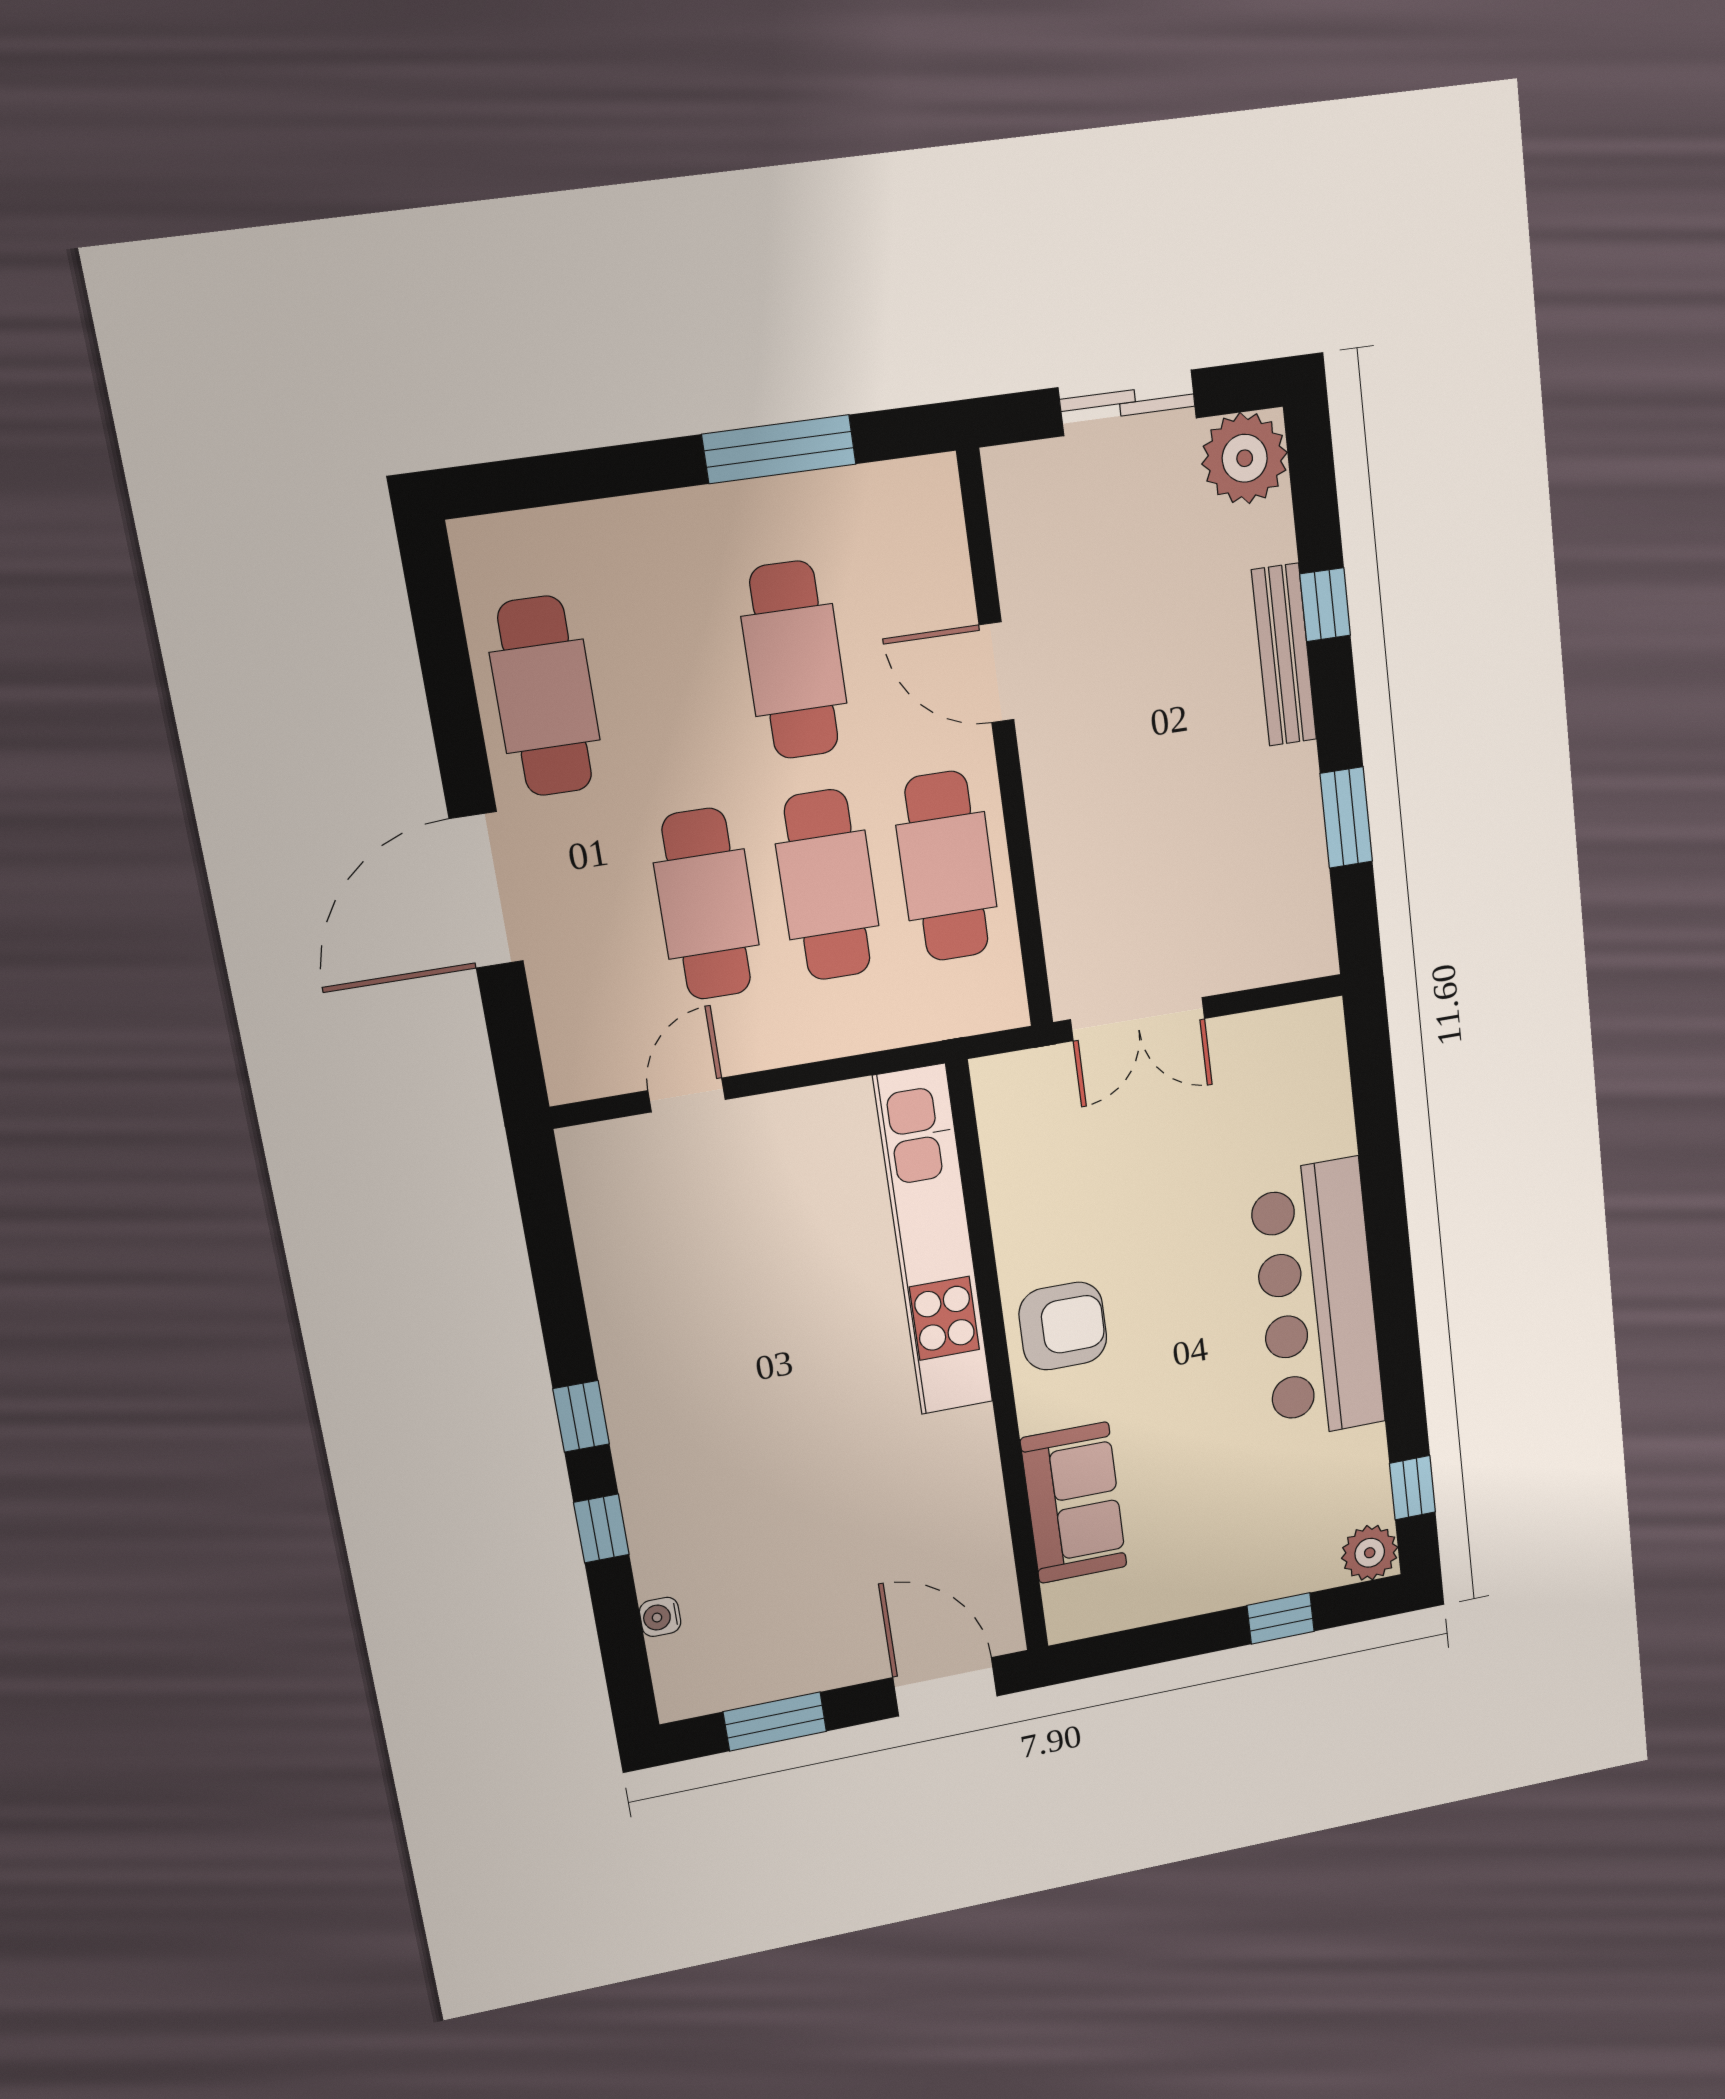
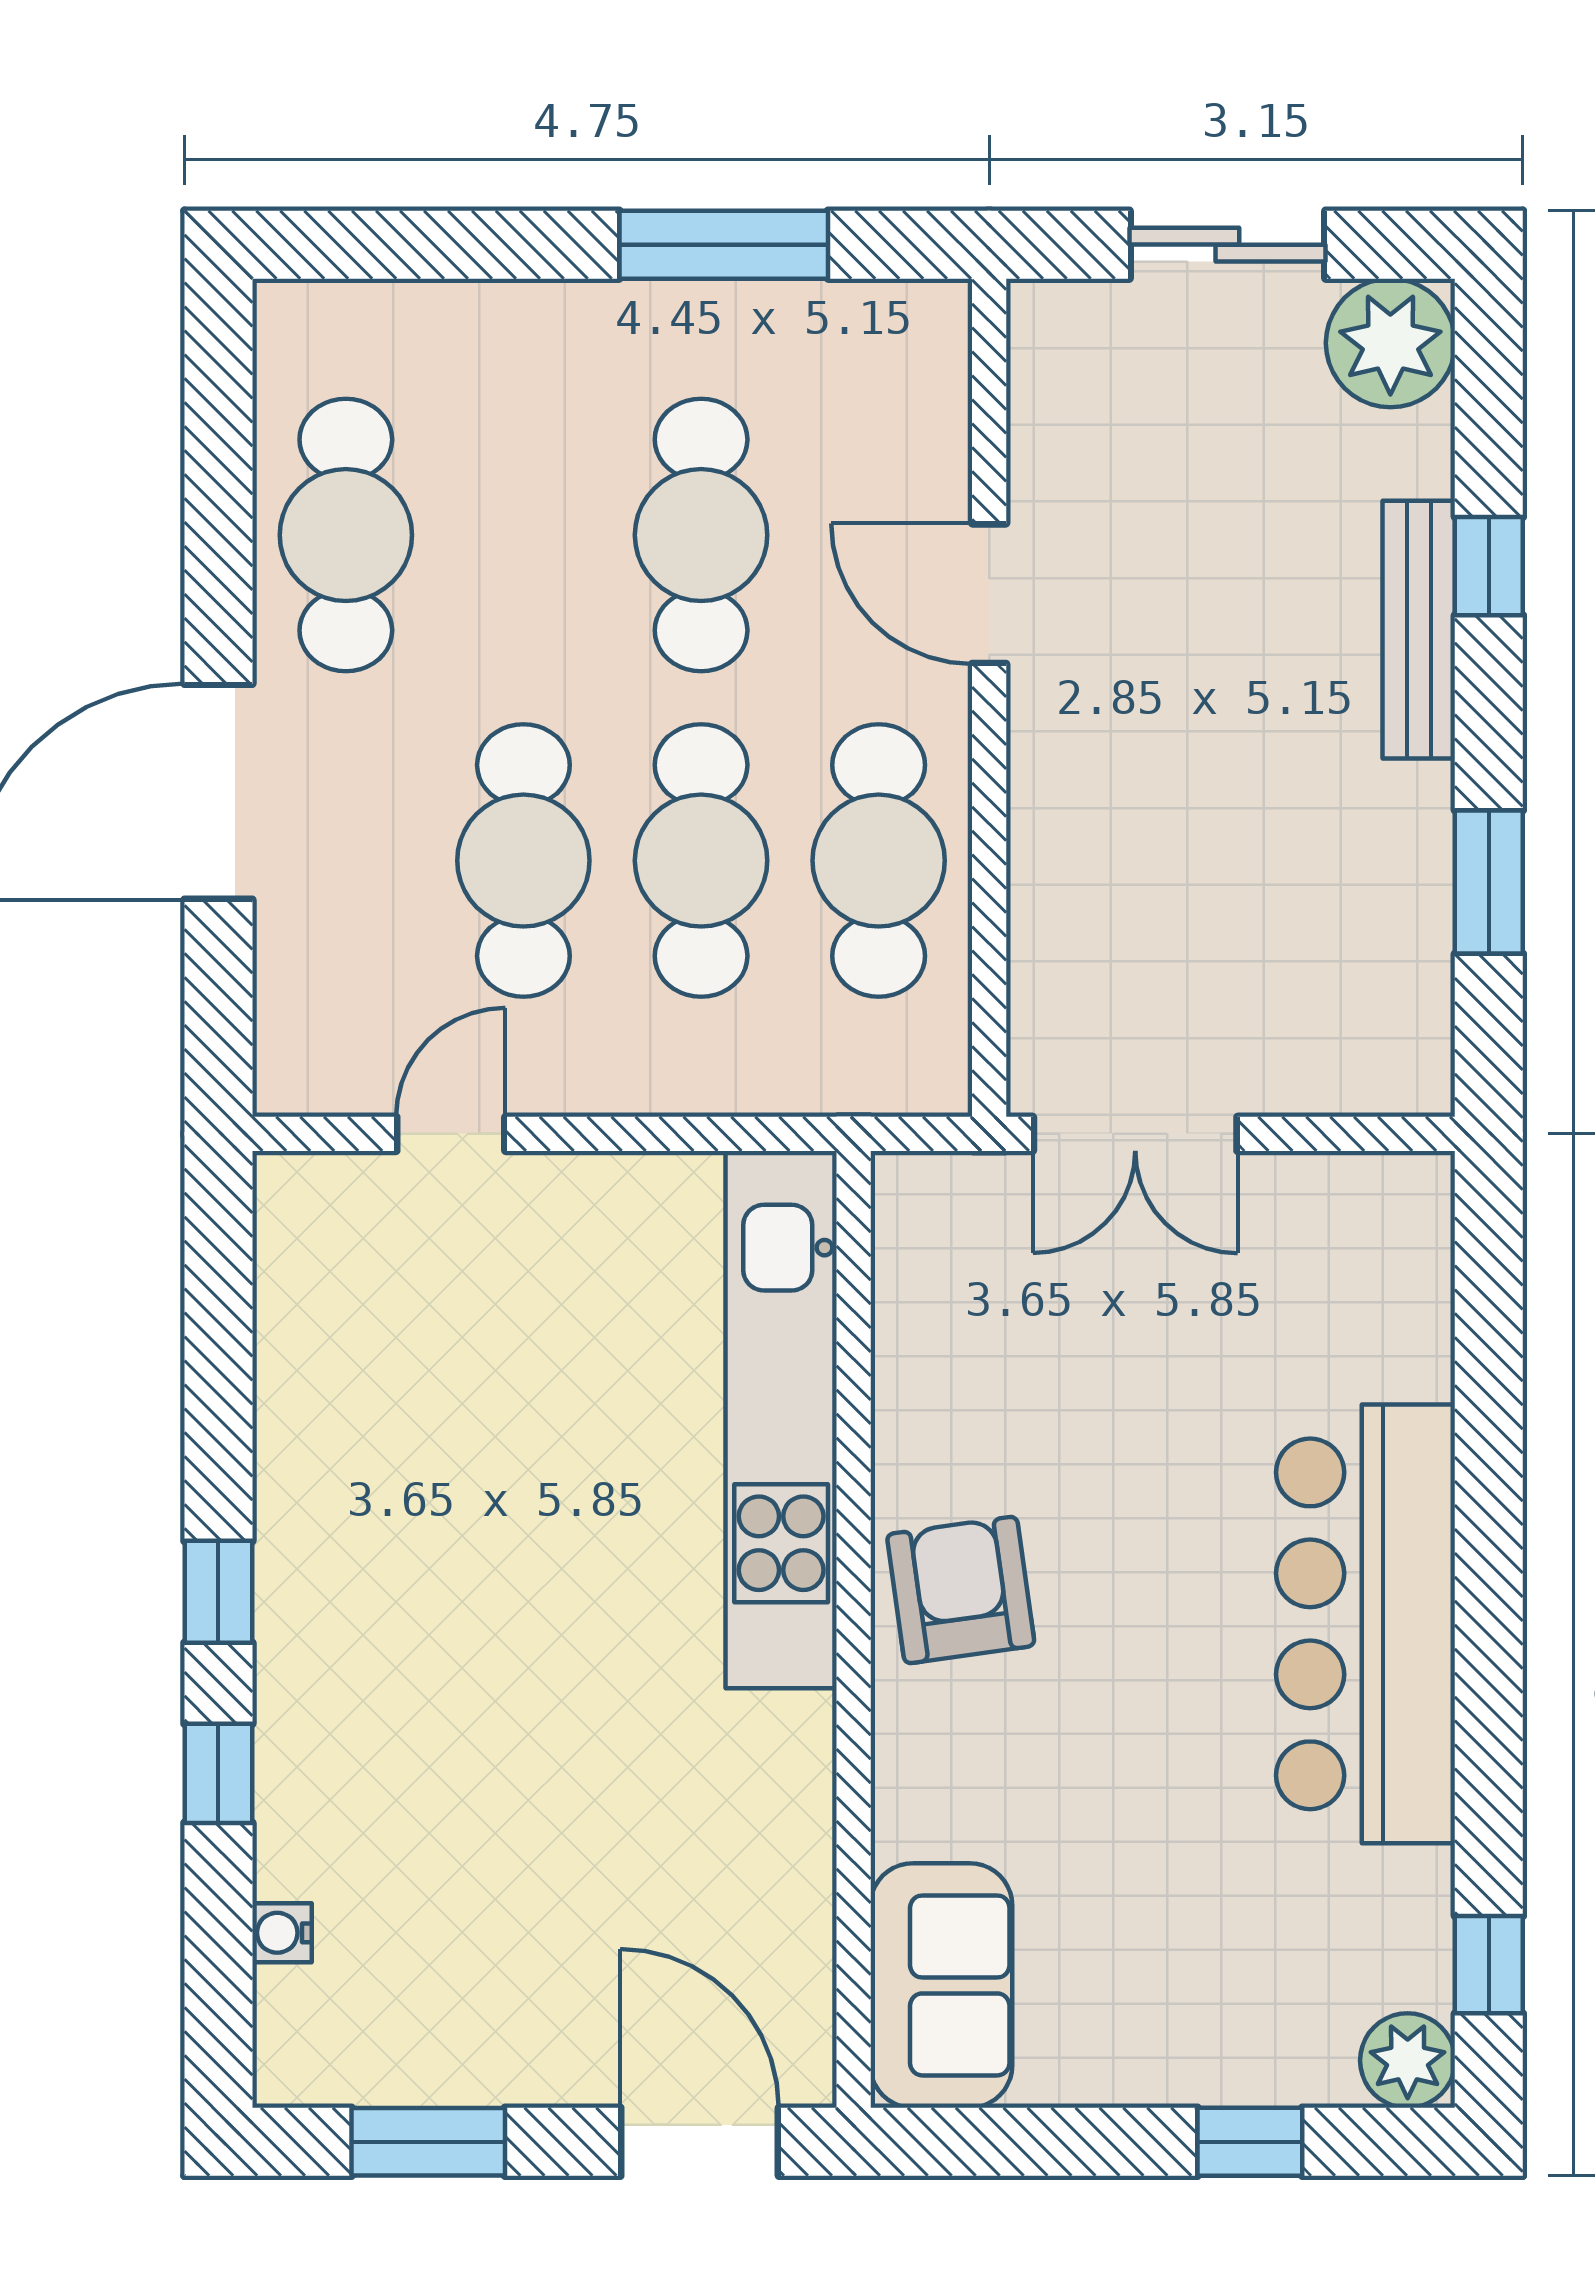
armchair: (1063, 1326) -> (961, 1590), turned -98
sofa: (1074, 1503) -> (941, 1985), moved

